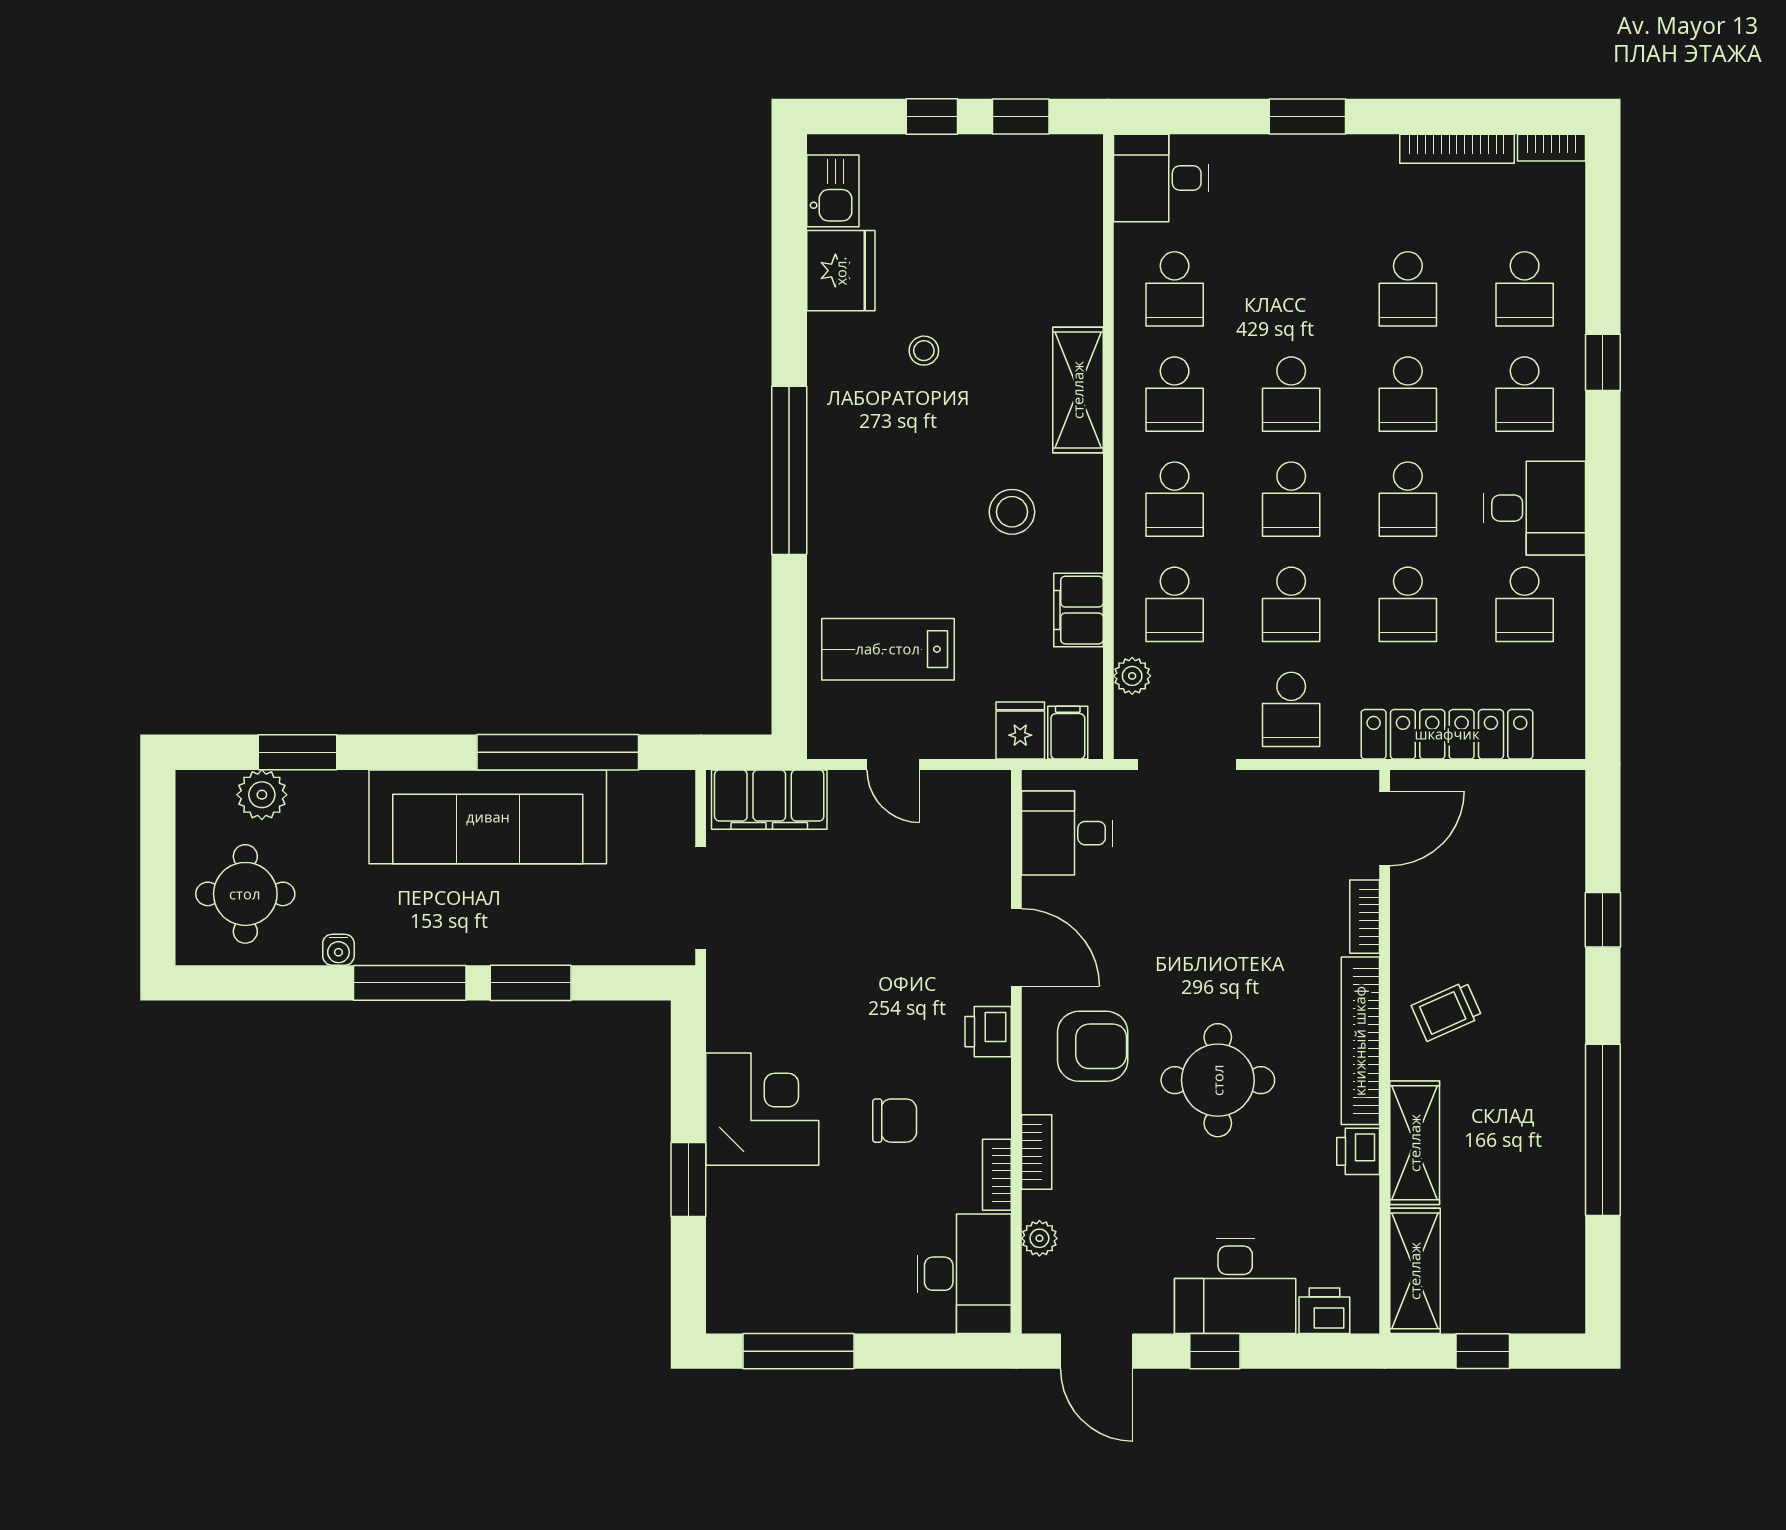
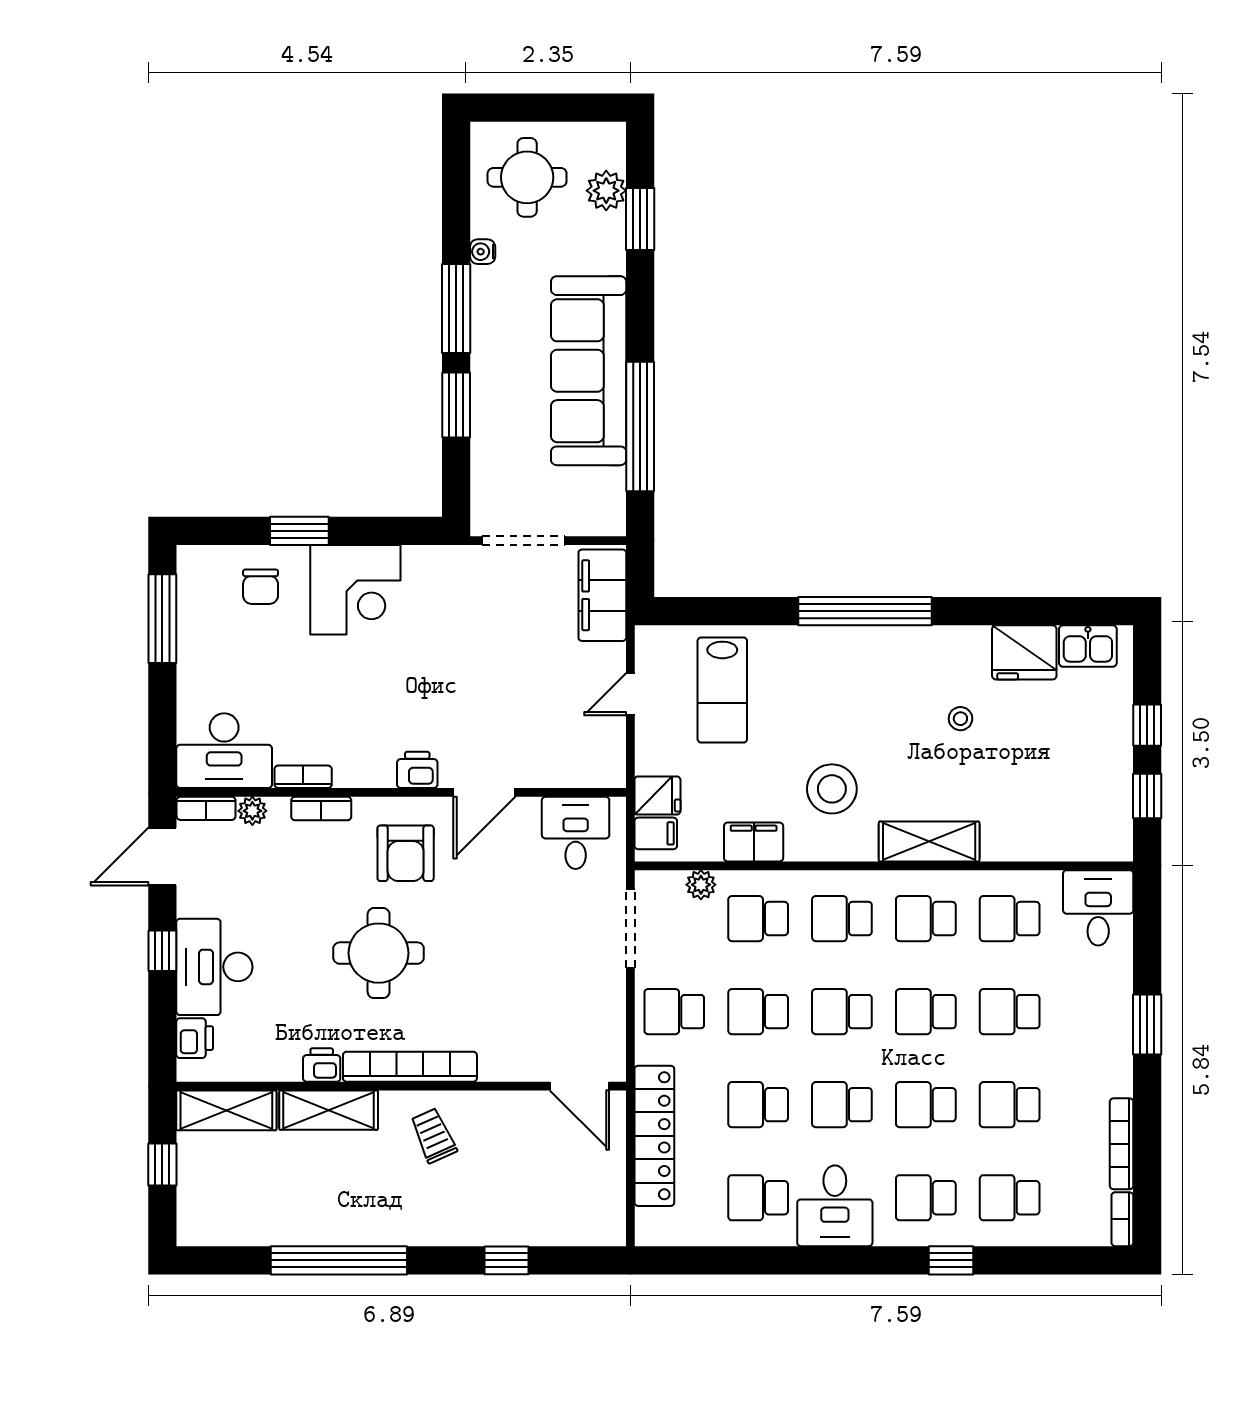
school desk: (1291, 289) -> (1010, 1012), added
stool: (1012, 512) -> (832, 789), width x1.38, depth x1.38
lab bench: (888, 649) -> (722, 690), turned 180
bookcase: (1365, 917) -> (206, 808), moved, turned 180
chair: (895, 1121) -> (261, 587), moved

